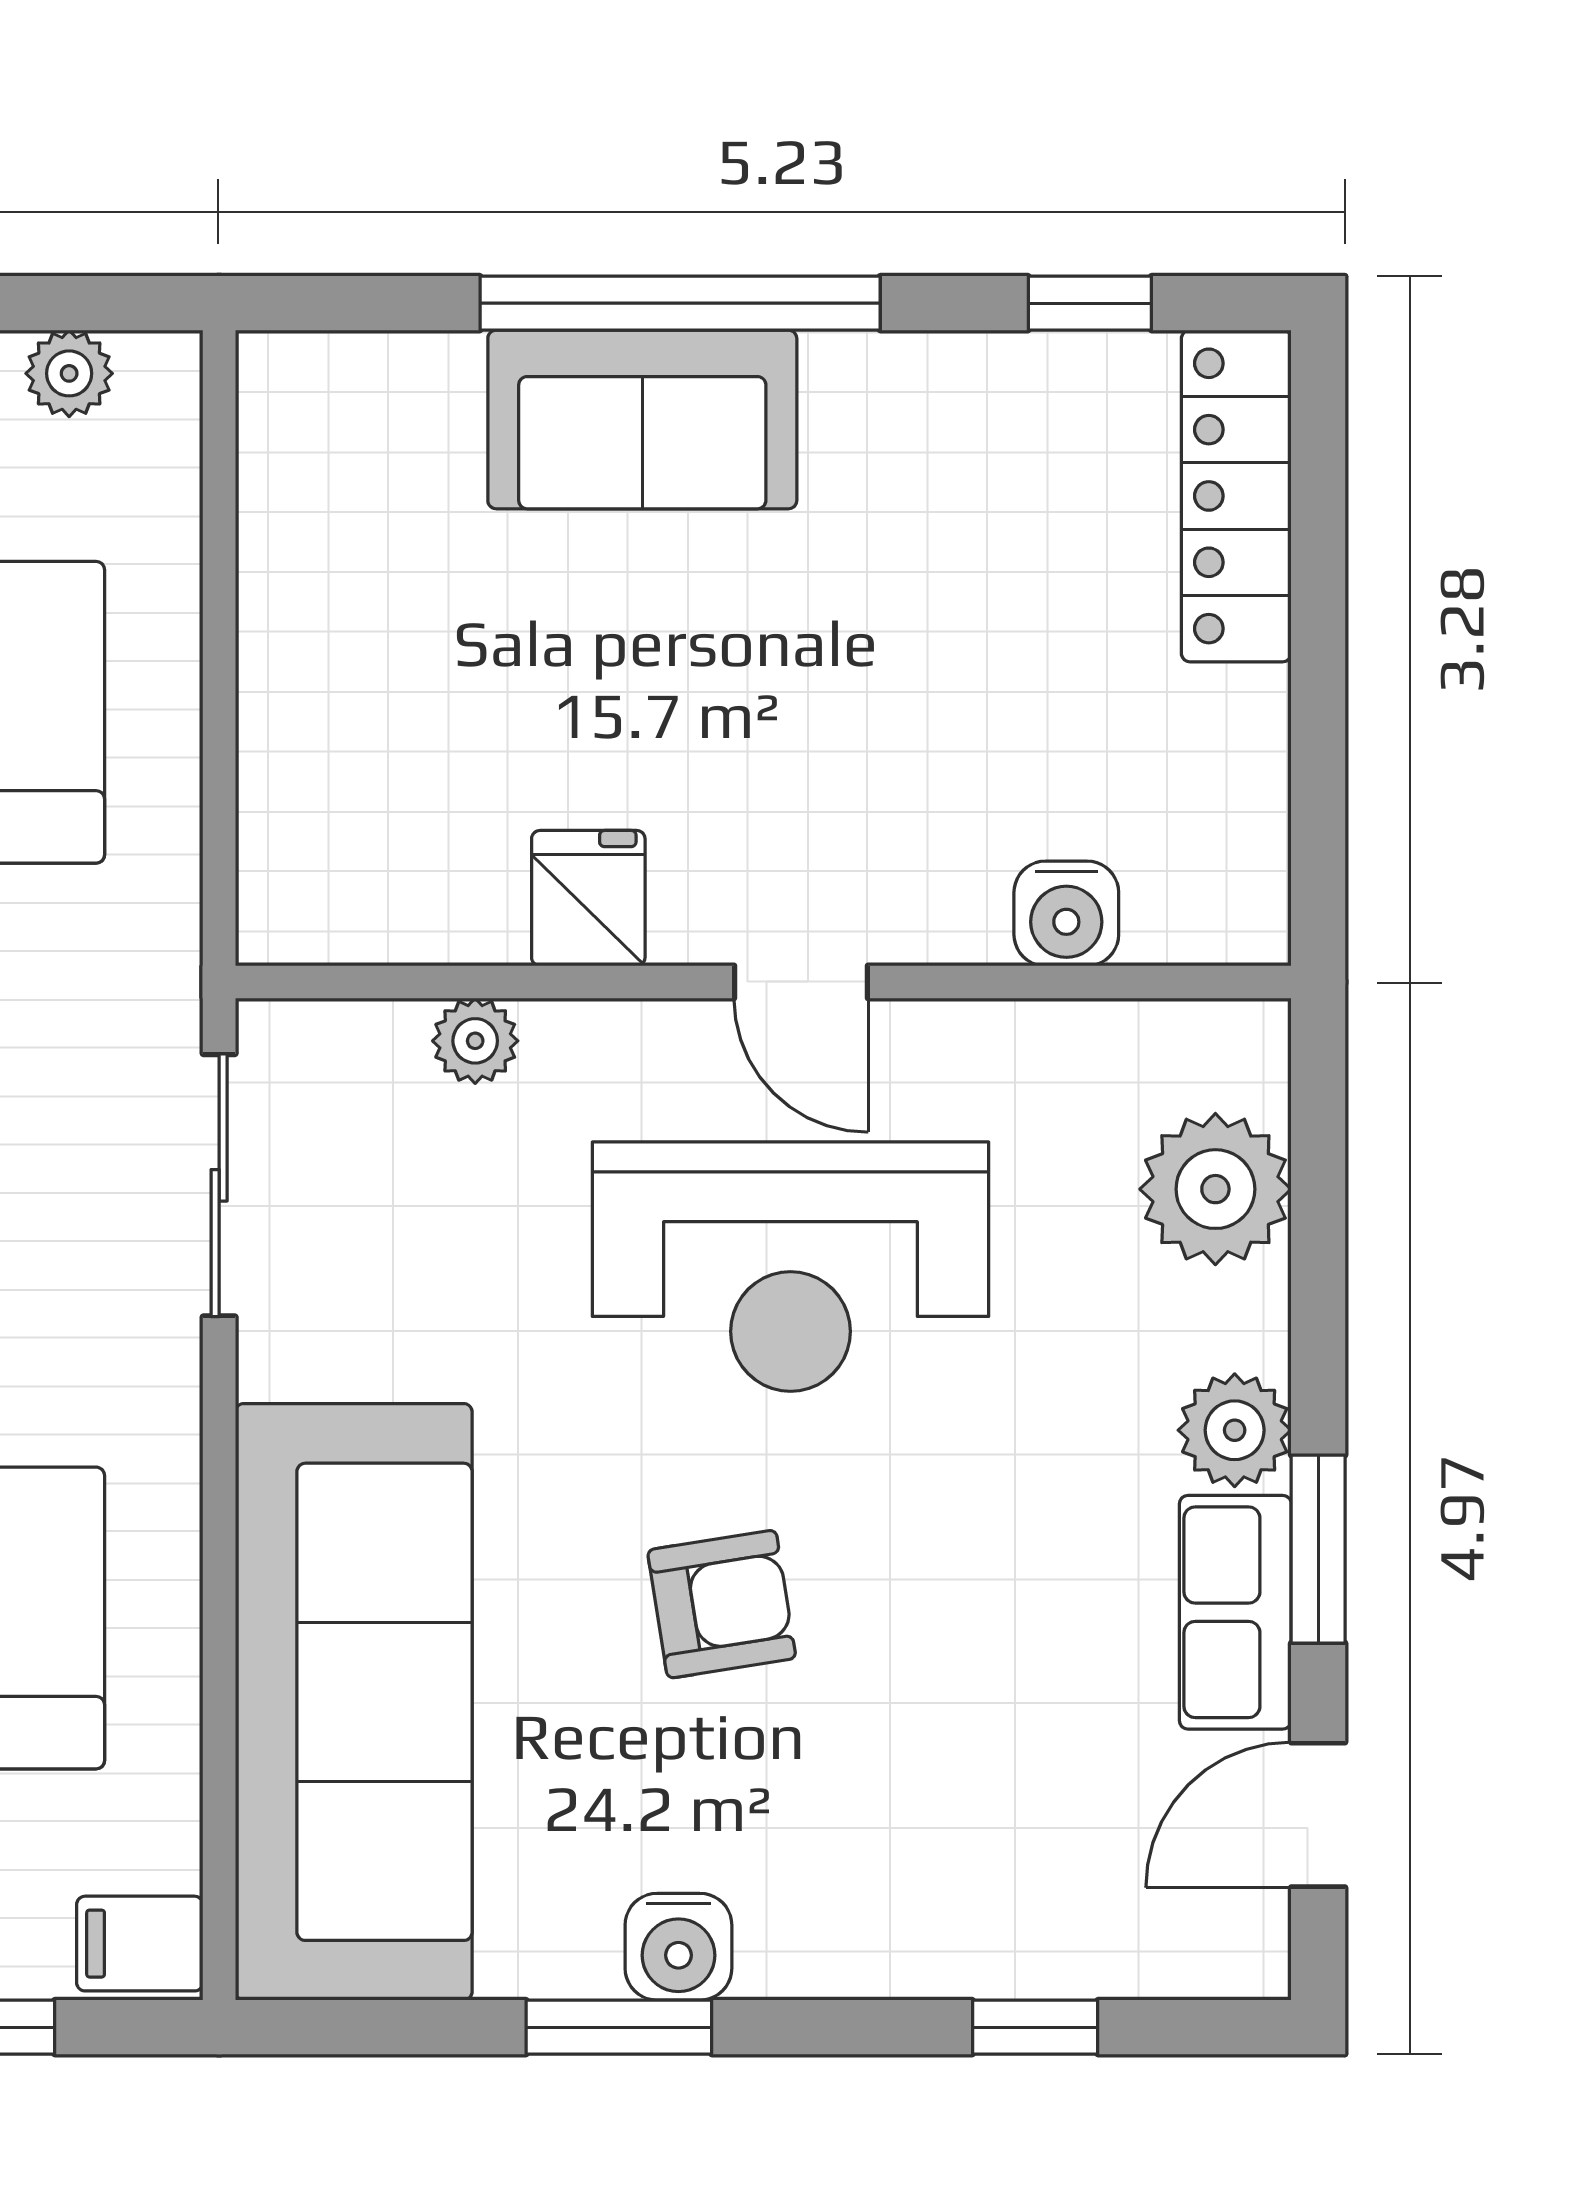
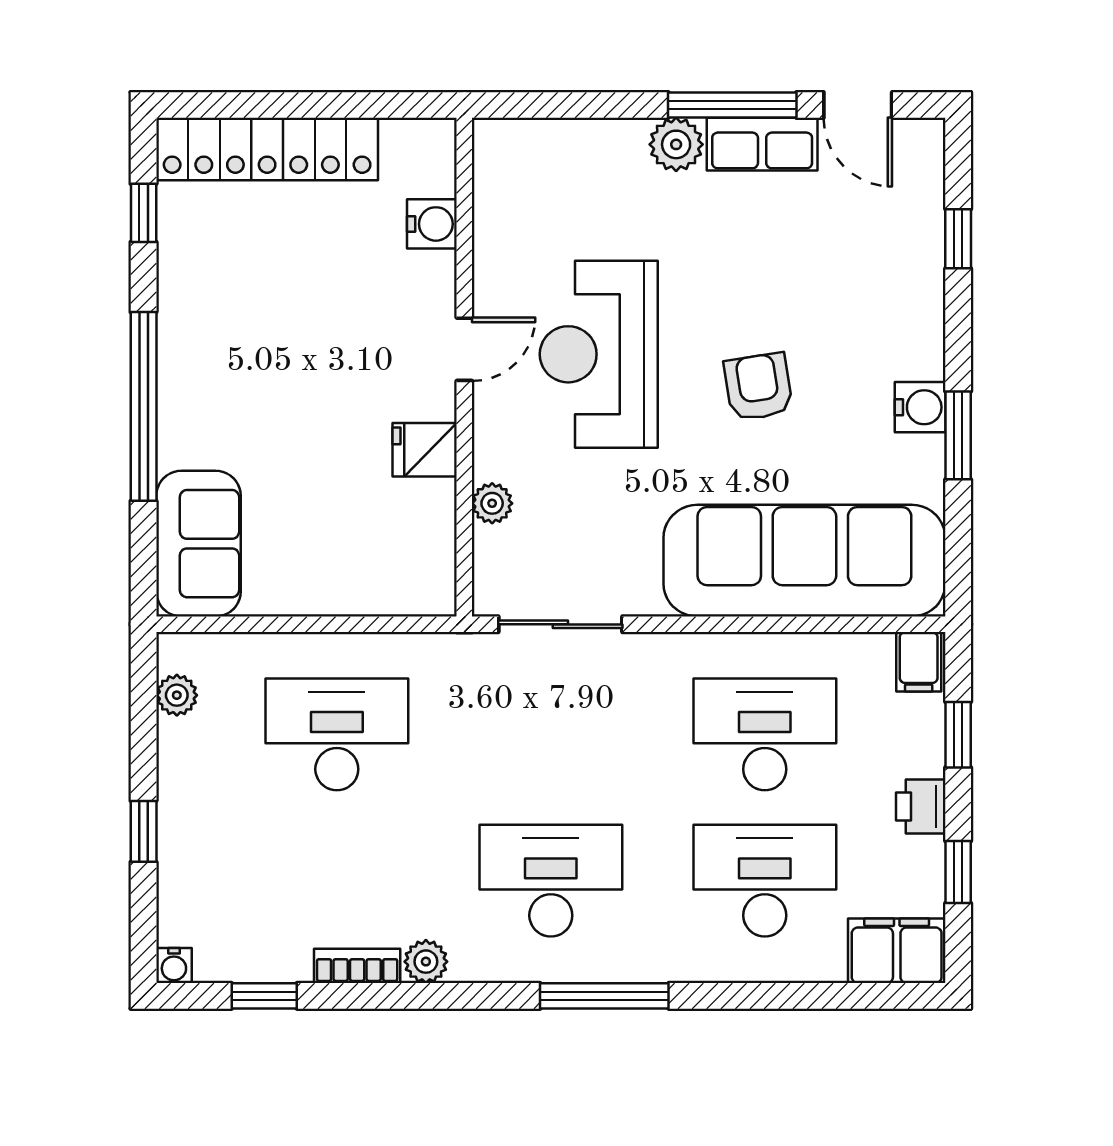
sofa: (642, 419) -> (199, 544), moved
locker: (1236, 496) -> (267, 149), width x1.41, depth x1.21
plant: (1215, 1189) -> (562, 154), removed
reception desk: (790, 1267) -> (599, 354), turned 180
window: (1318, 1549) -> (732, 105), width x1.44

